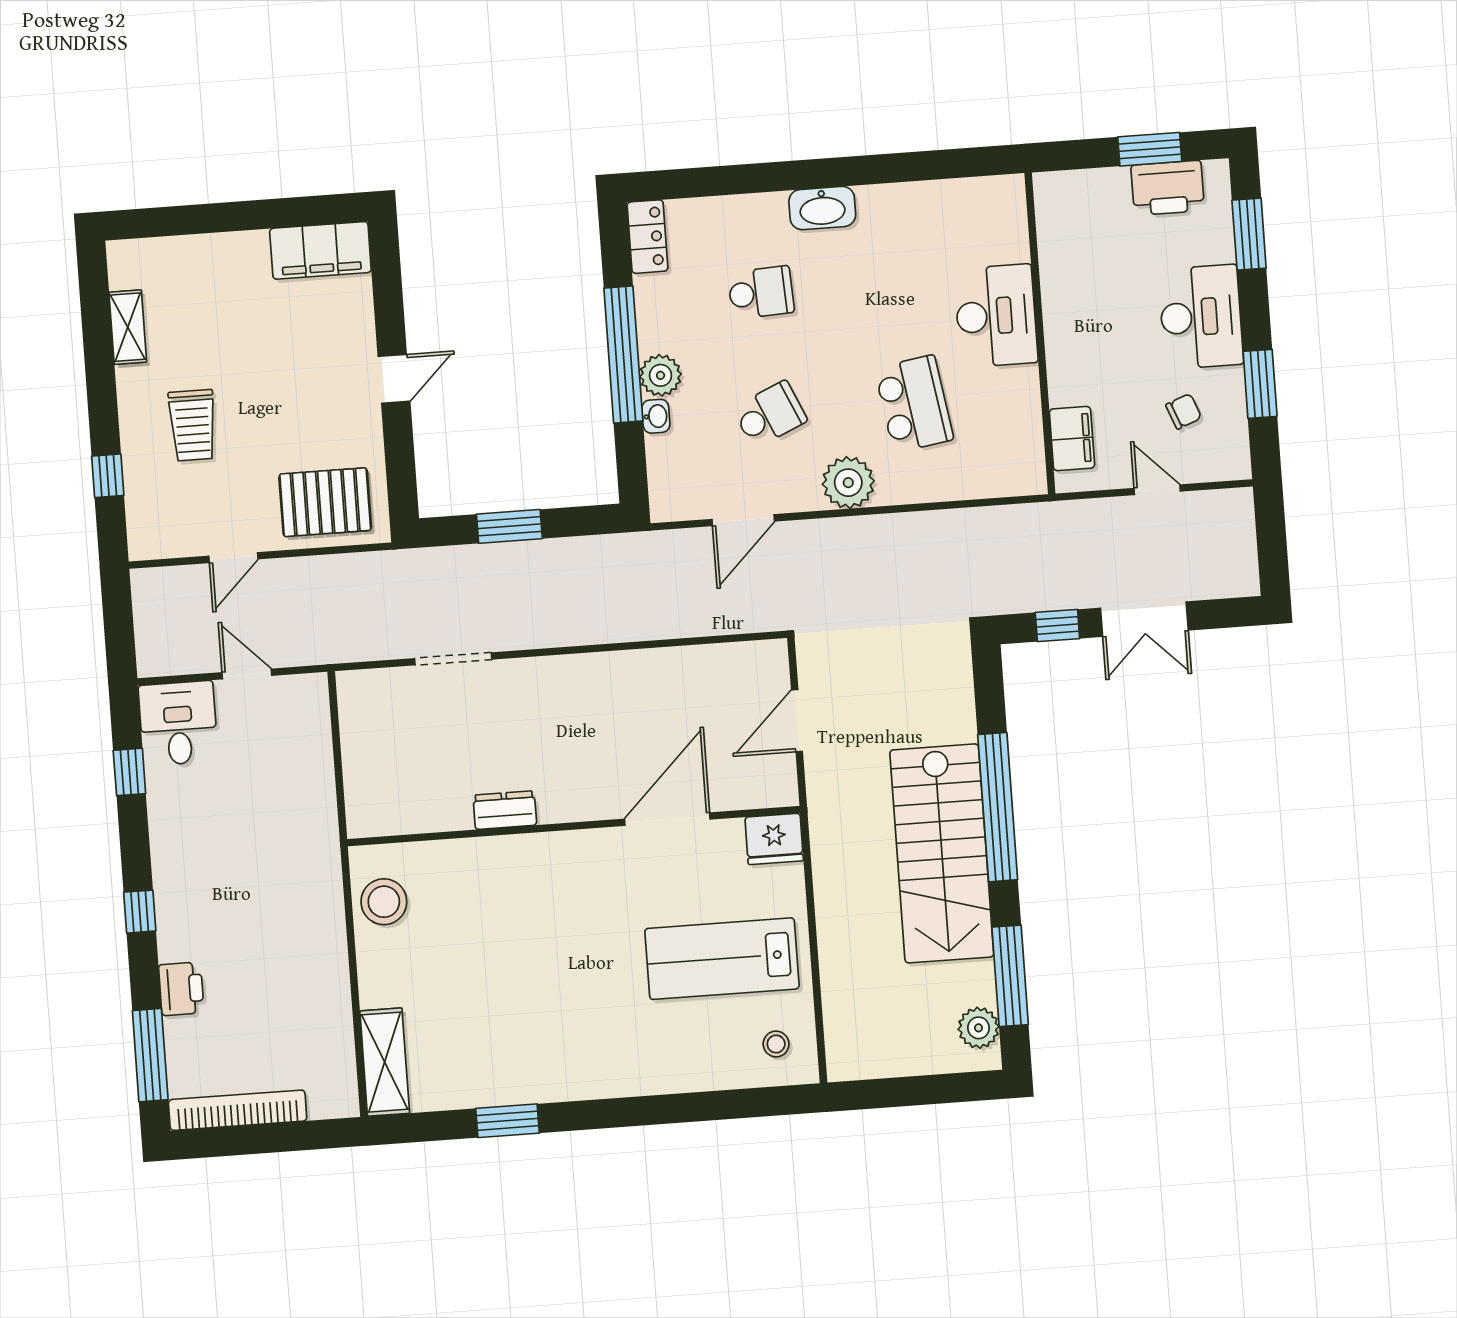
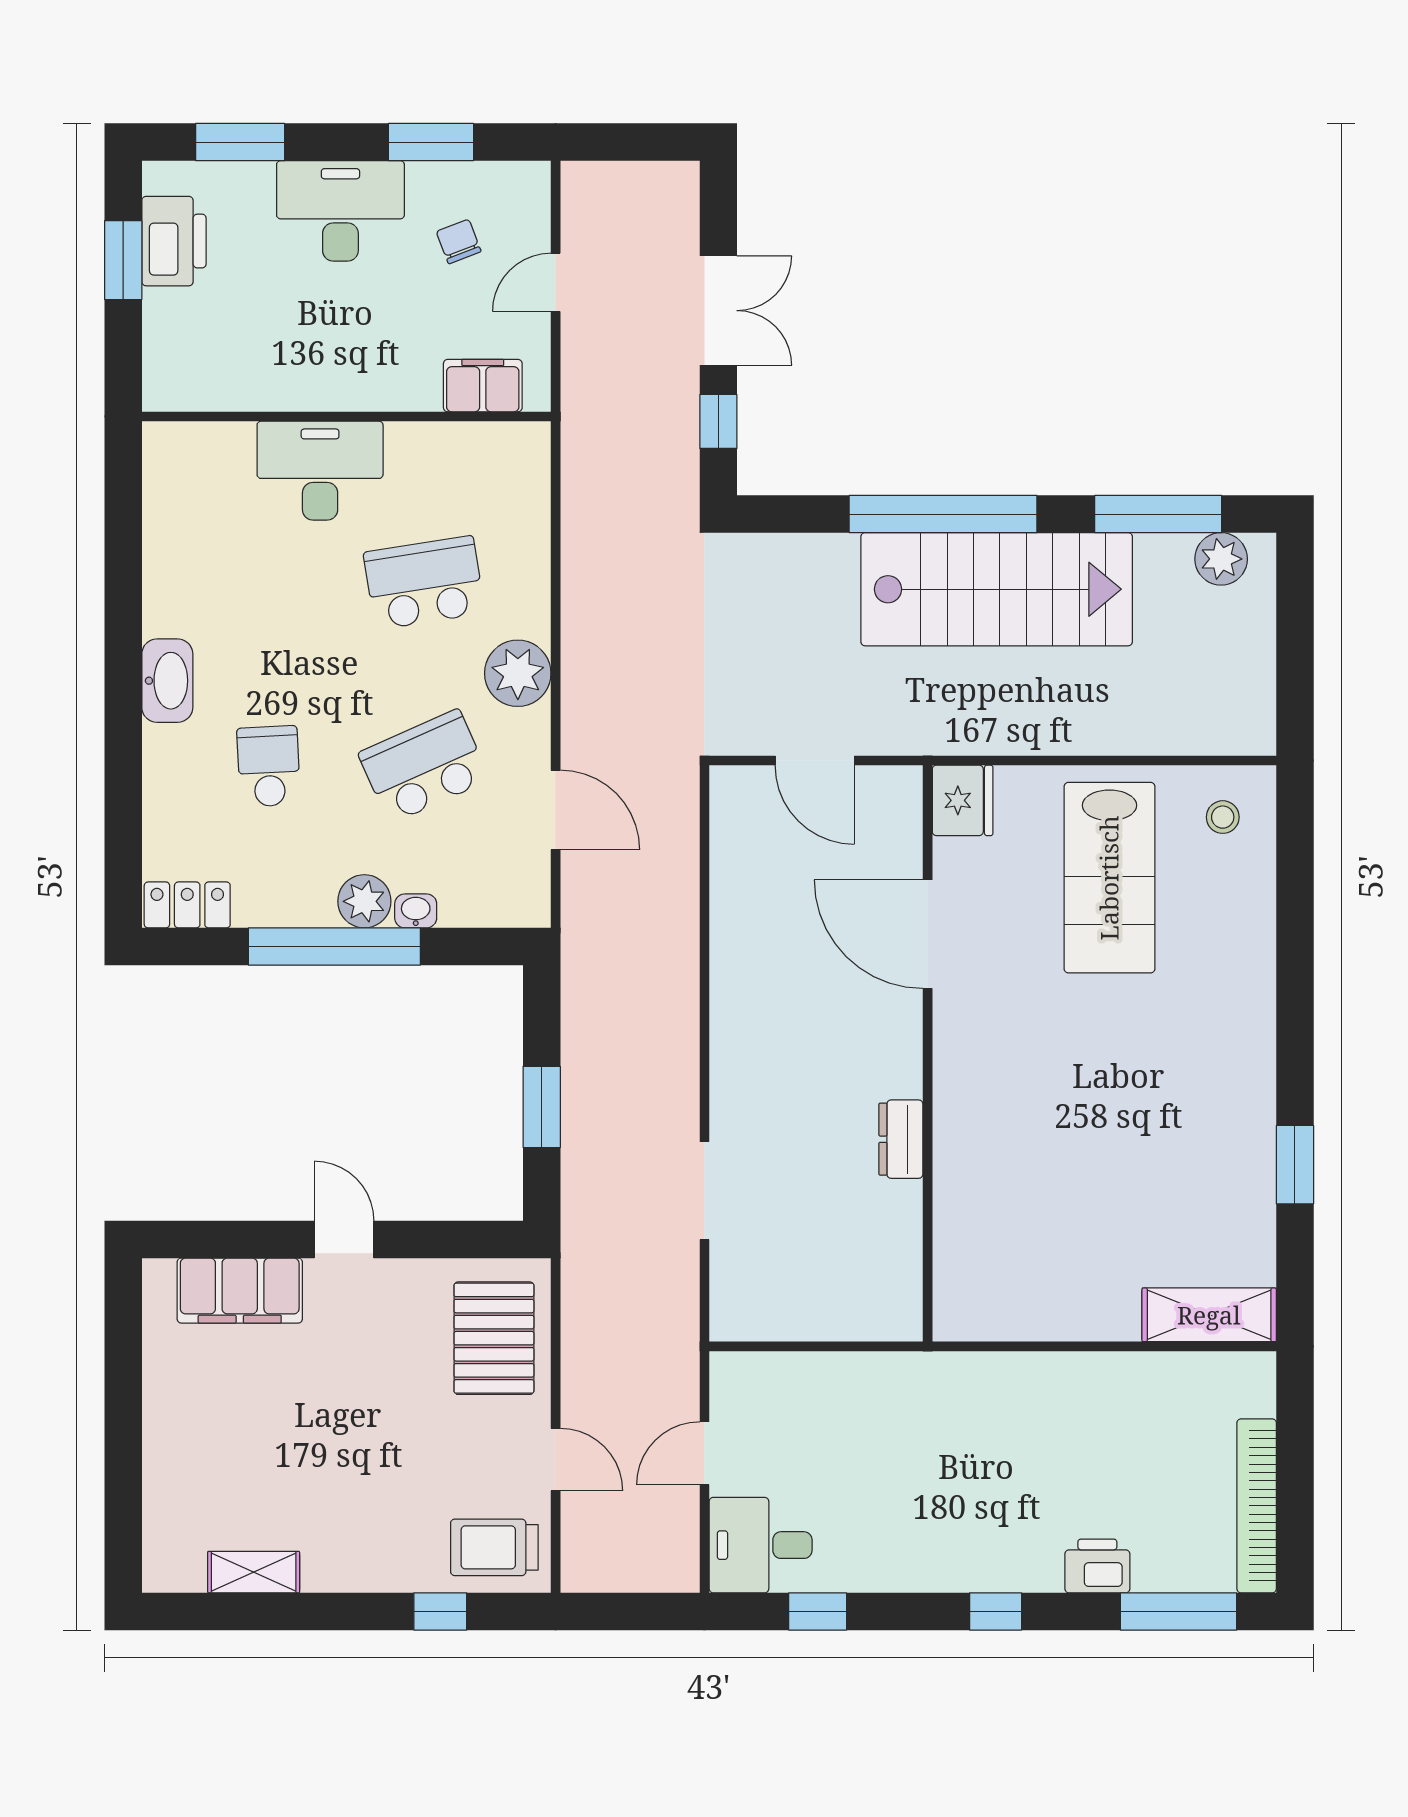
filing cabinet: (320, 250) -> (240, 1291), moved, turned 90
school desk: (770, 414) -> (424, 766), width x1.85
trolley: (193, 425) -> (494, 1547), moved, turned 180
stool: (384, 902) -> (1006, 1301), removed

